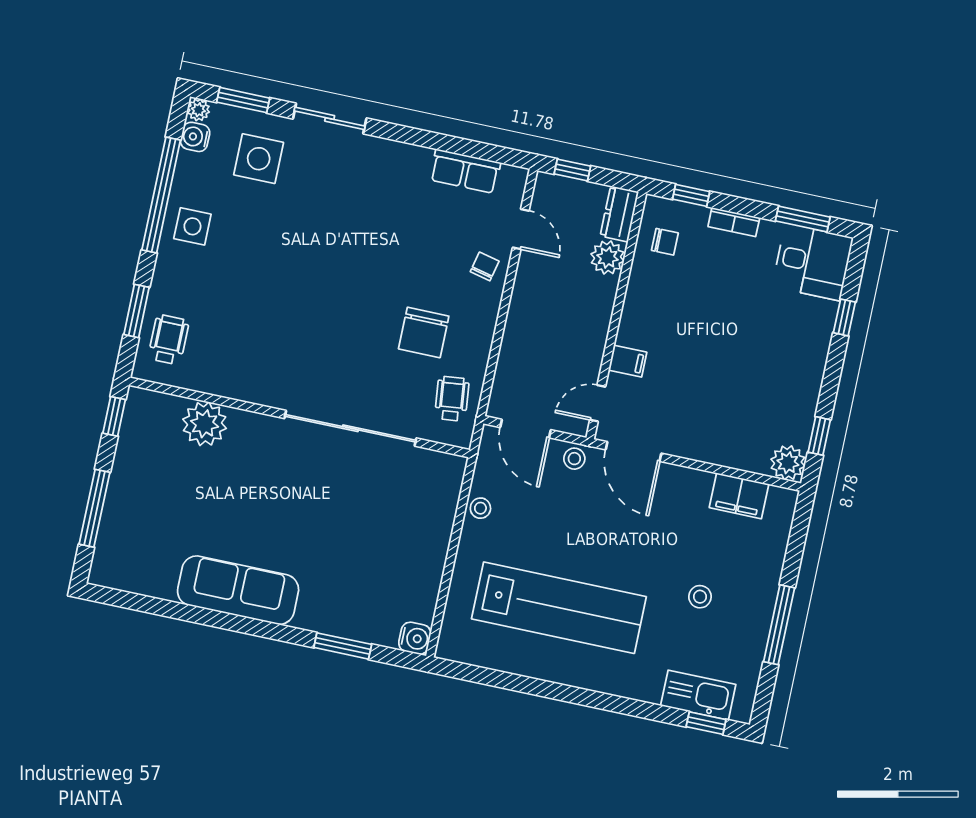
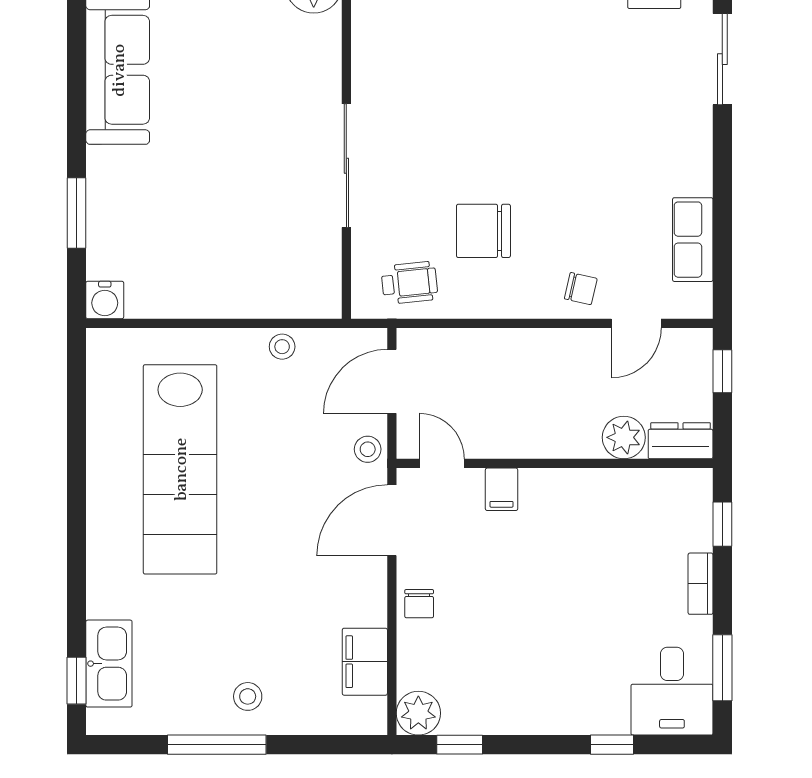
chair: (665, 242) -> (419, 604), moved
sliding door: (350, 428) -> (346, 166), width x0.73
stool: (700, 597) -> (248, 696), moved

